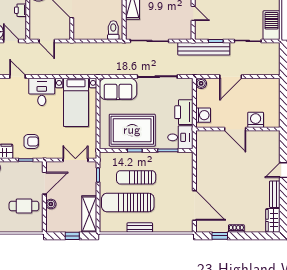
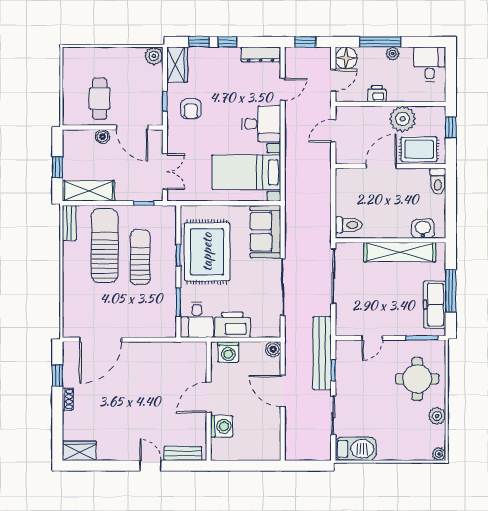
bench: (275, 194) -> (183, 453), moved
bench: (140, 227) -> (69, 223), moved

